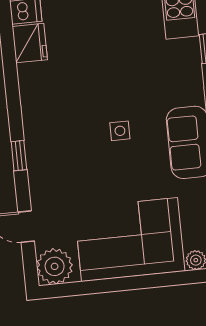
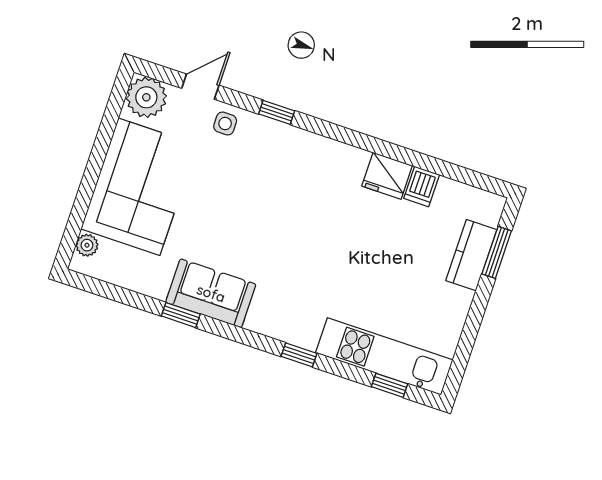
side table: (120, 131) -> (225, 123), moved

